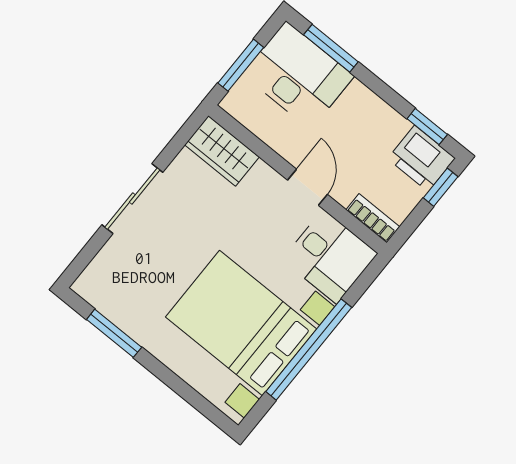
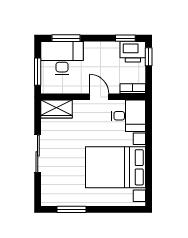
window: (309, 350) -> (149, 157), removed

